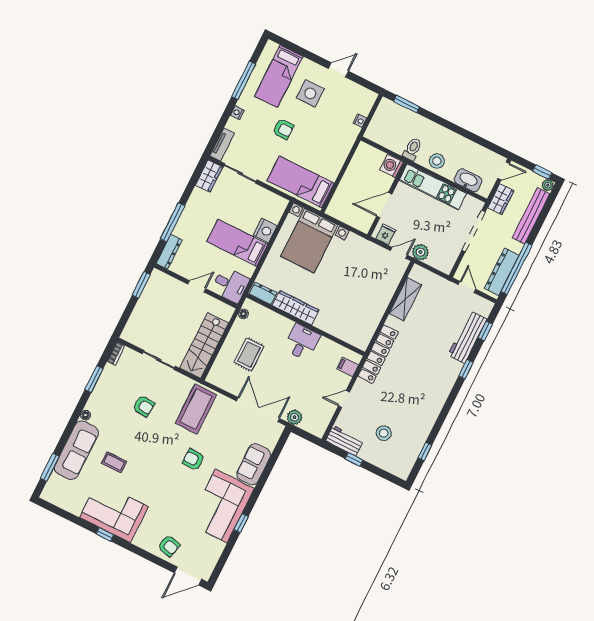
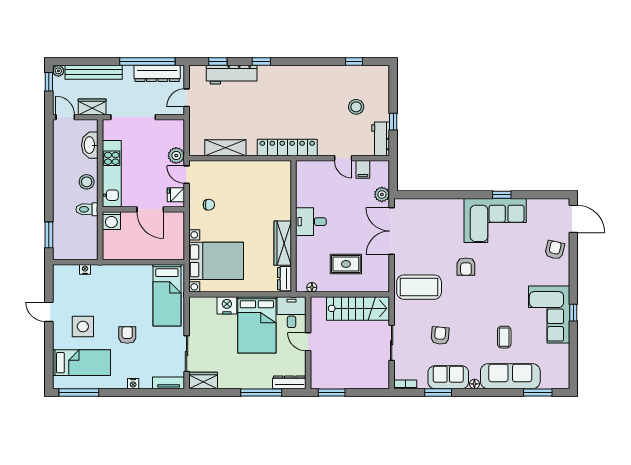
window: (244, 80) -> (79, 393), moved
bed: (237, 243) -> (257, 325), width x1.50
chair: (362, 259) -> (209, 205), added
filing cabinet: (348, 367) -> (363, 169), moved
sofa: (254, 464) -> (448, 377), moved, turned 180

